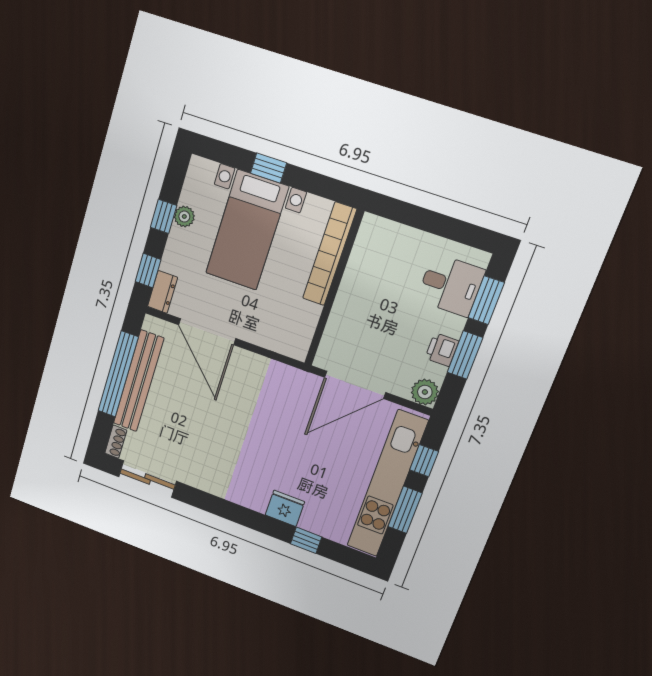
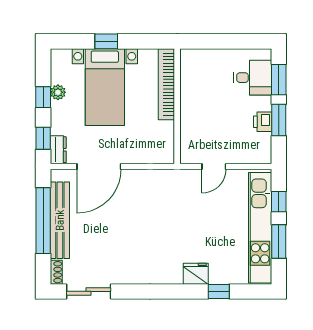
door: (207, 332) -> (99, 166), hinge flipped
door: (355, 385) -> (214, 166), width x0.53
plant: (425, 392) -> (262, 154), removed

